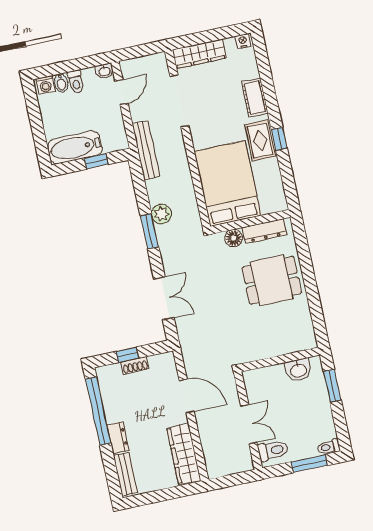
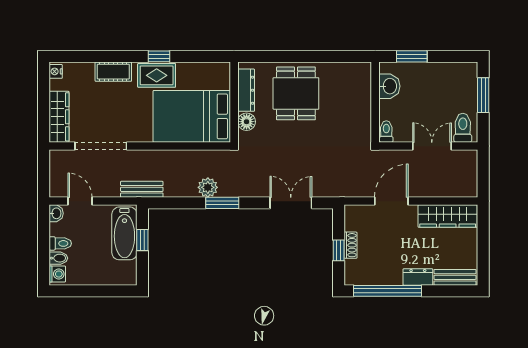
bathtub: (75, 147) -> (124, 233), moved
bench: (146, 150) -> (142, 189), width x0.73
toilet: (329, 447) -> (386, 132), moved, turned 180

